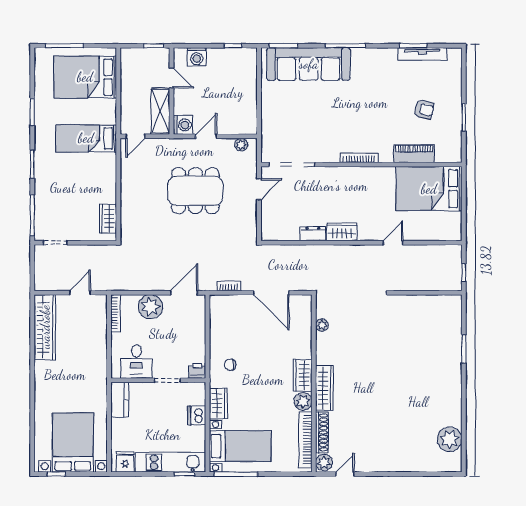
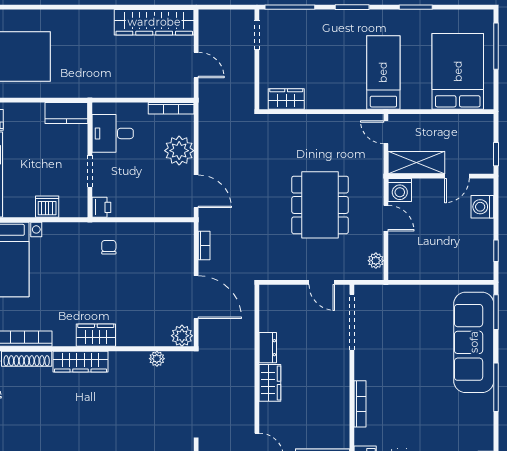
door: (271, 293) -> (196, 297), swing flipped
plant: (303, 401) -> (182, 336), moved
wardrobe: (218, 403) -> (62, 233), removed

